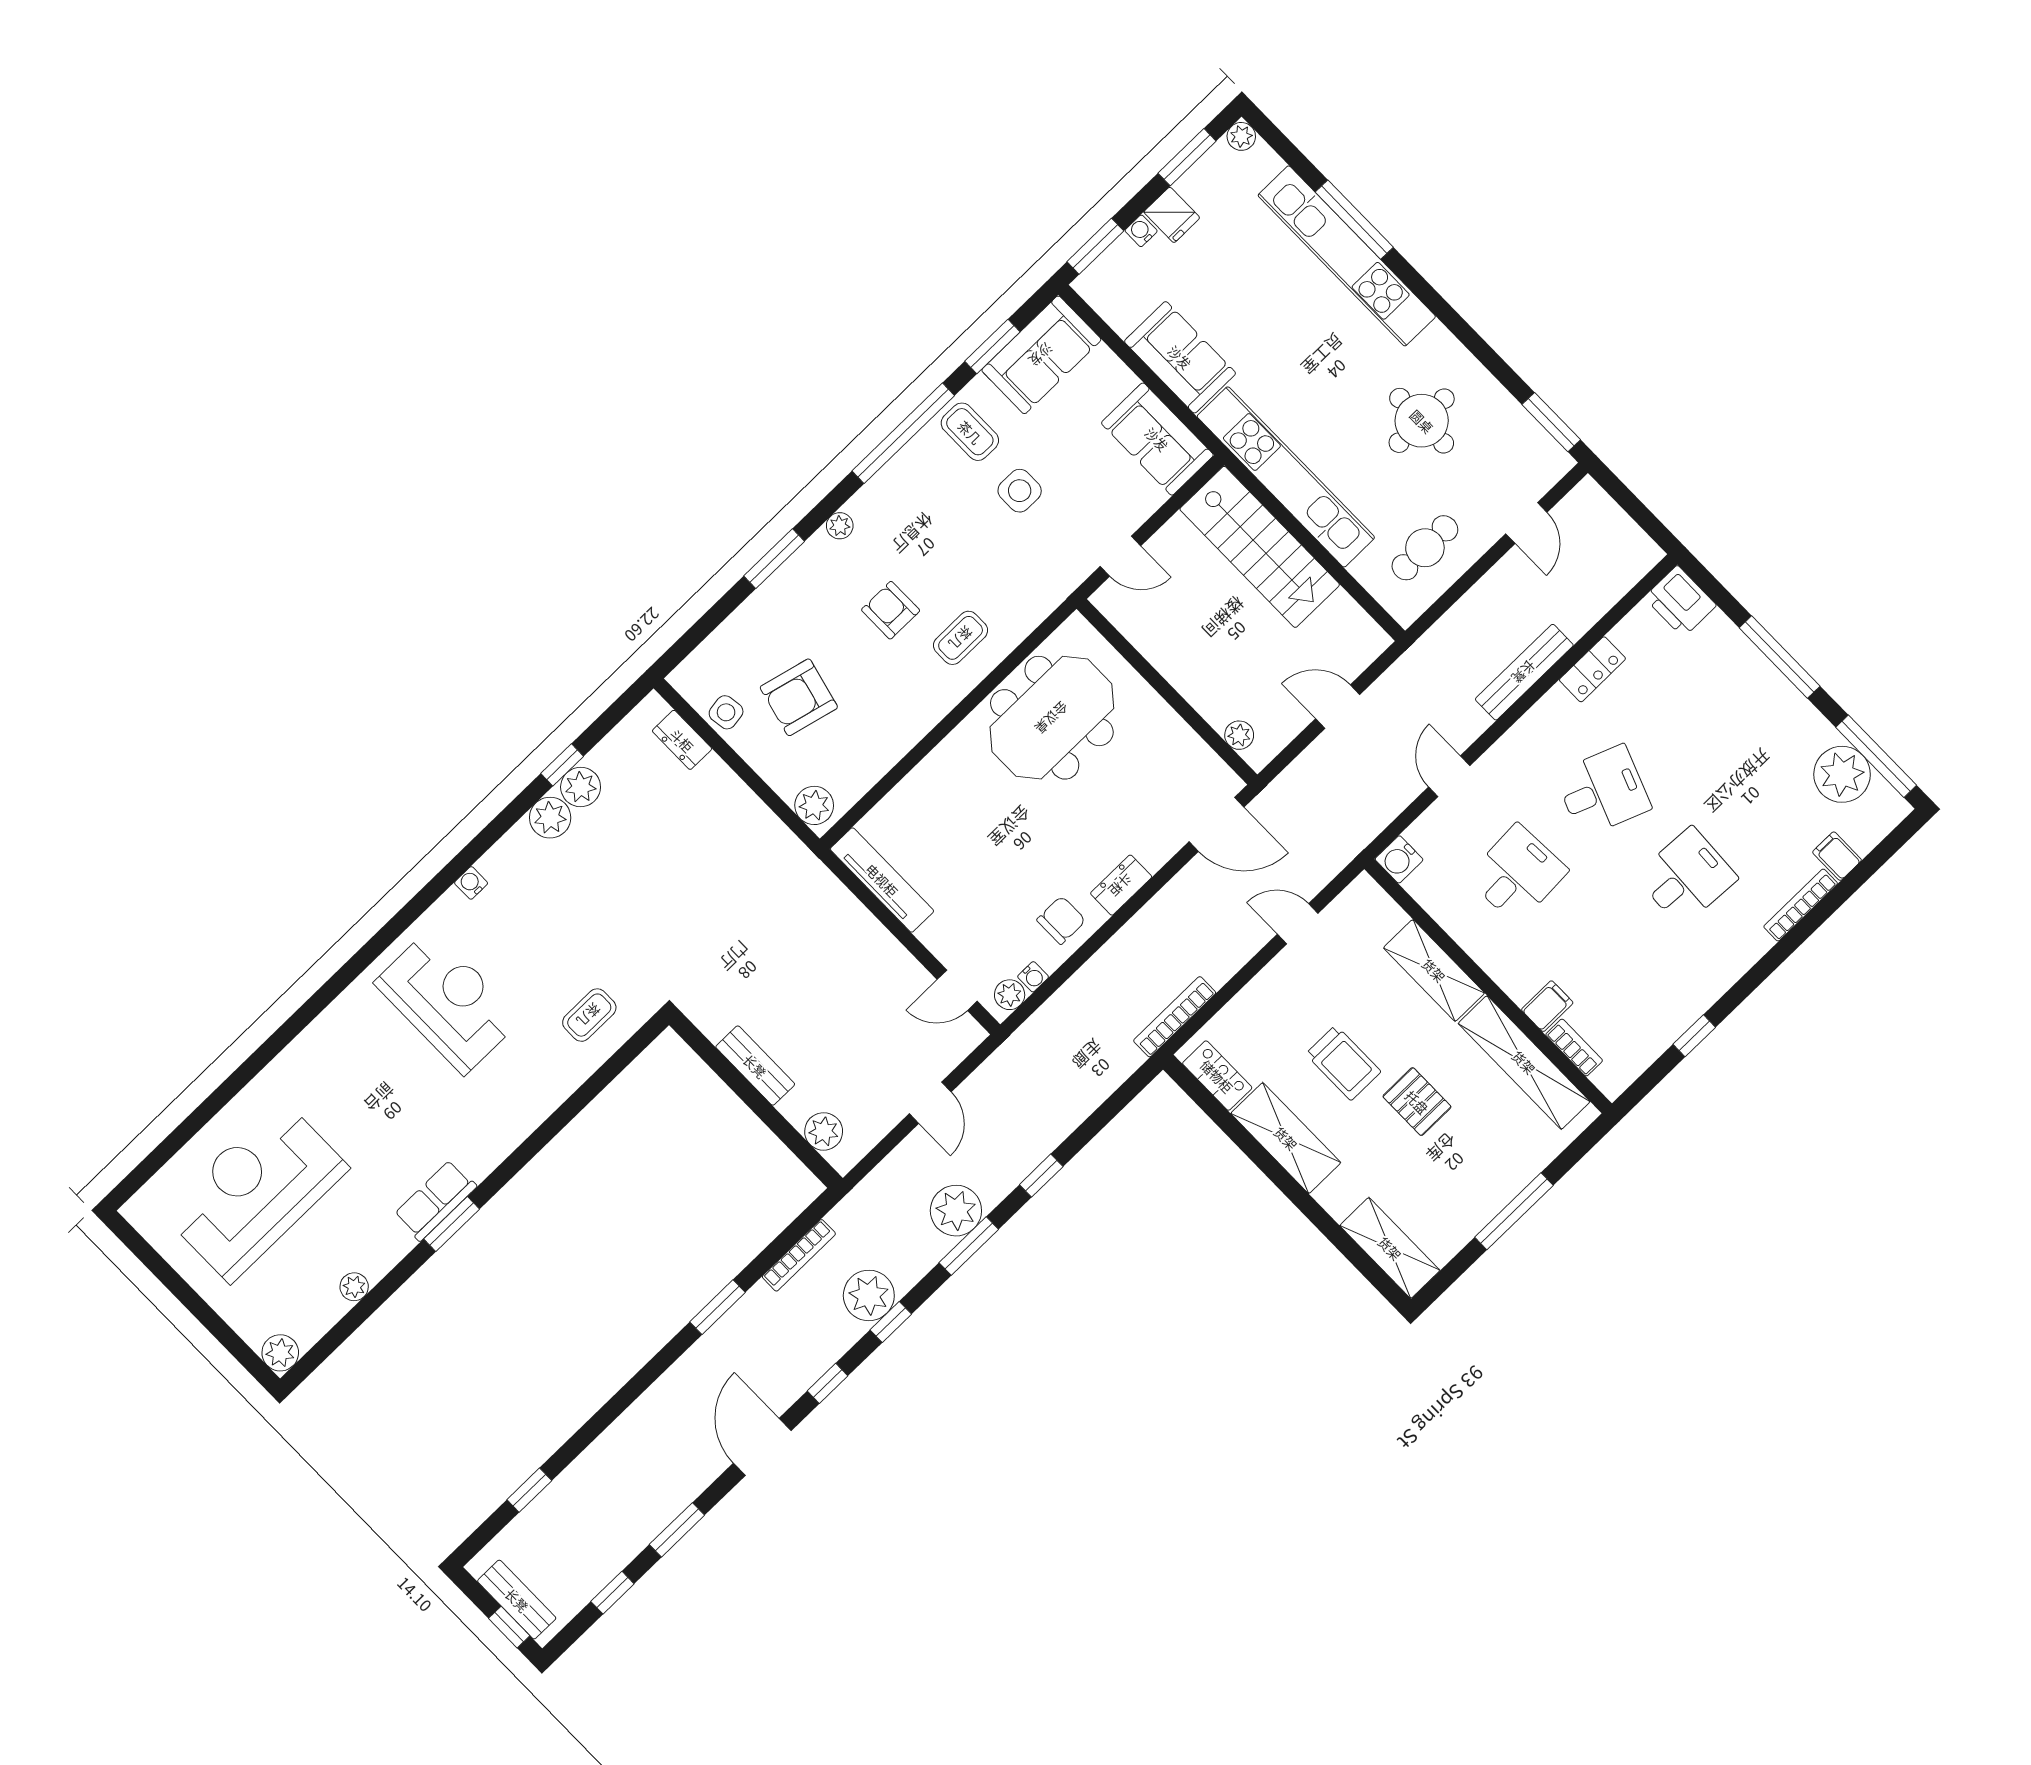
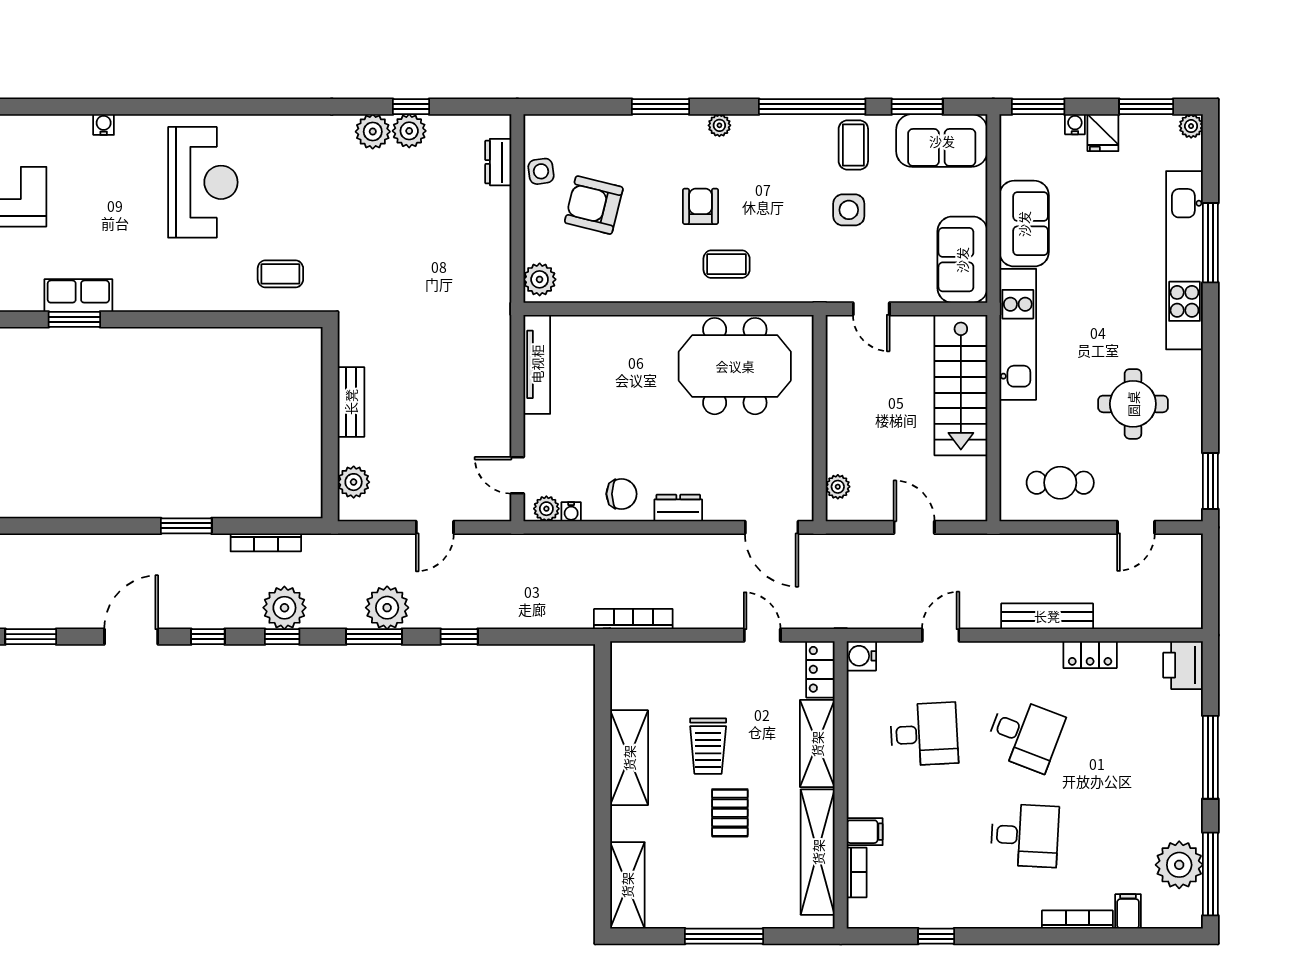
kitchen unit: (1286, 477) -> (1018, 334), width x0.73
water cooler: (471, 883) -> (104, 125), moved
locker: (1217, 1076) -> (820, 669), moved, turned 180

